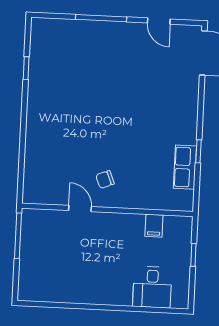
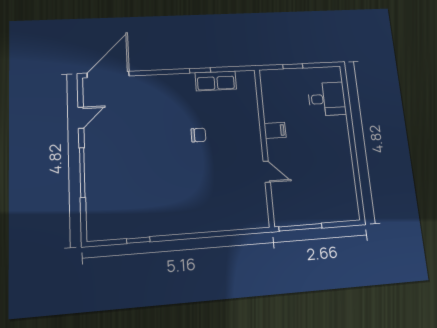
chair: (105, 179) -> (199, 135), moved, turned -68
door: (80, 209) -> (267, 172), swing flipped
filing cabinet: (154, 226) -> (275, 130), moved

